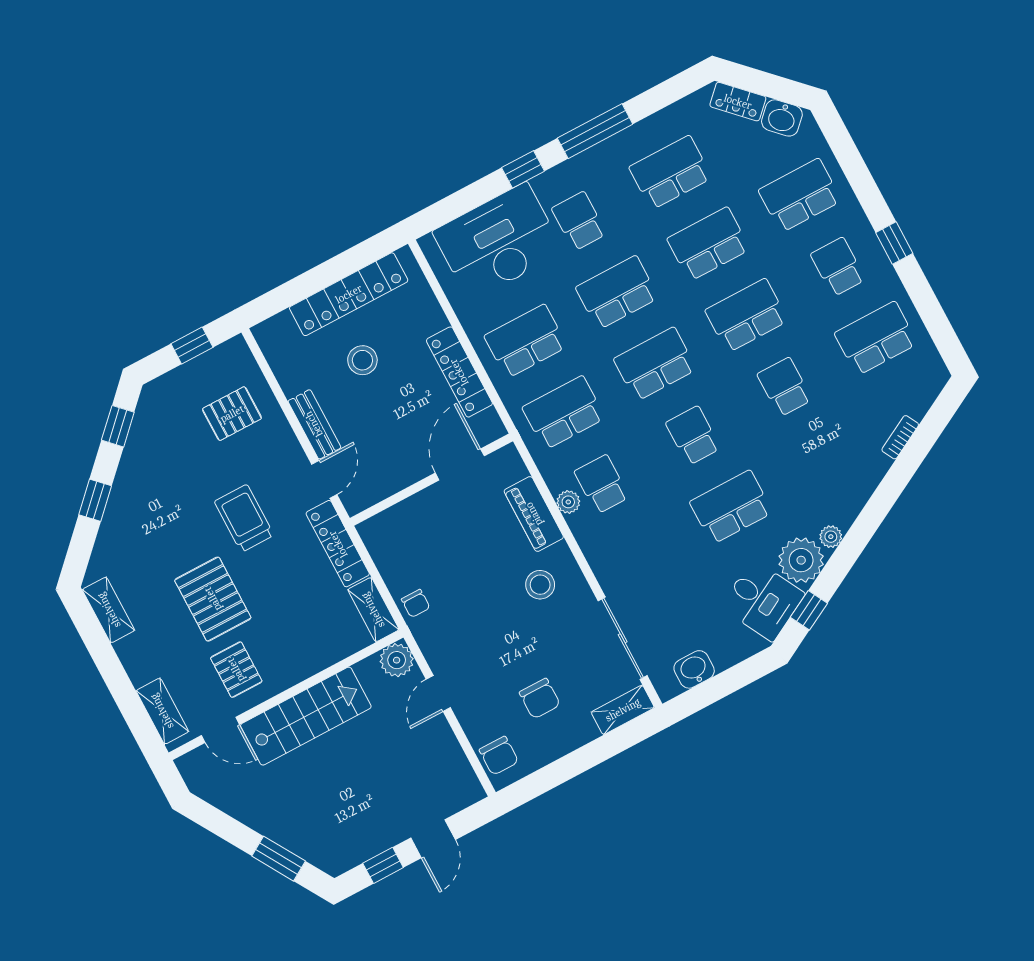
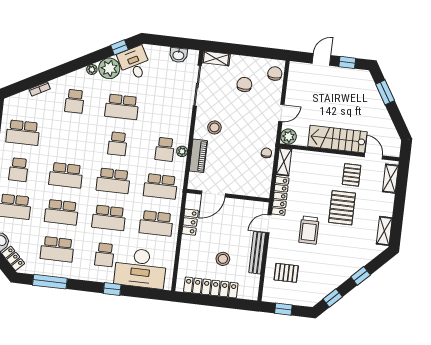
window: (595, 131) -> (50, 282), moved
locker: (459, 372) -> (190, 222), width x0.66
school desk: (784, 387) -> (75, 101), moved
bench: (314, 424) -> (257, 253), width x1.36

